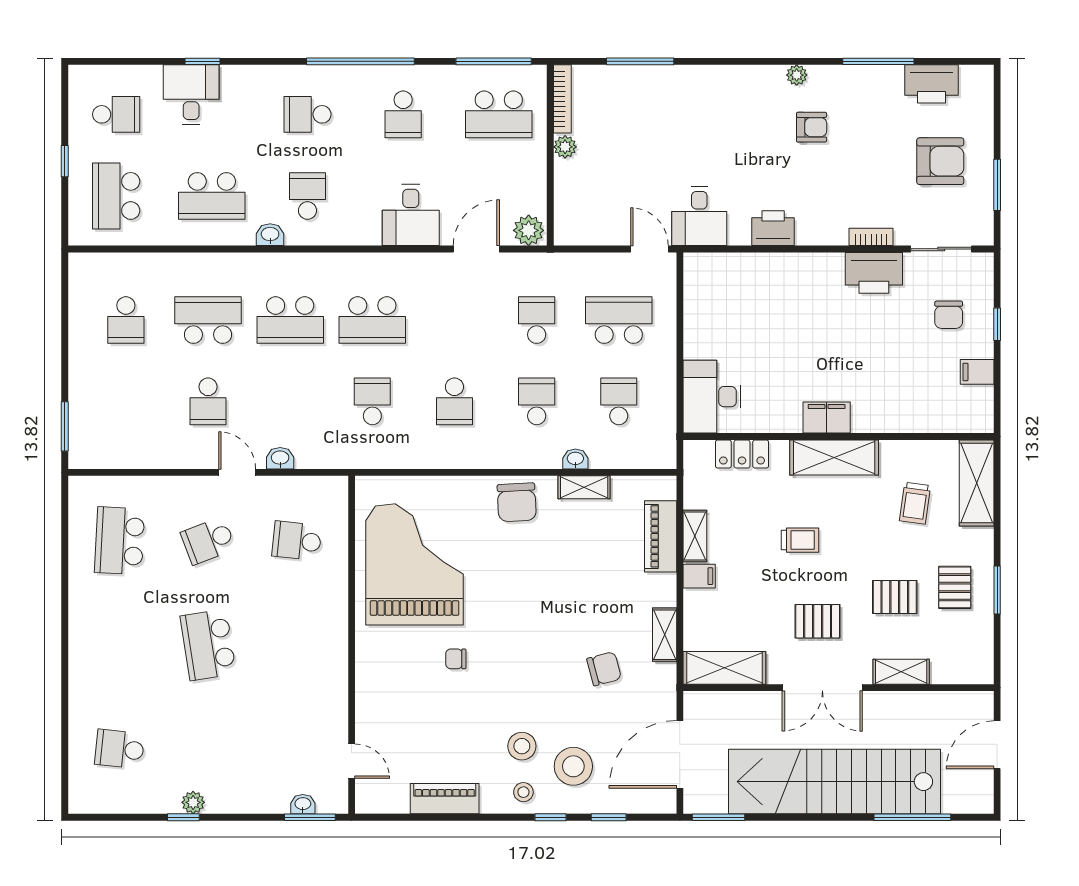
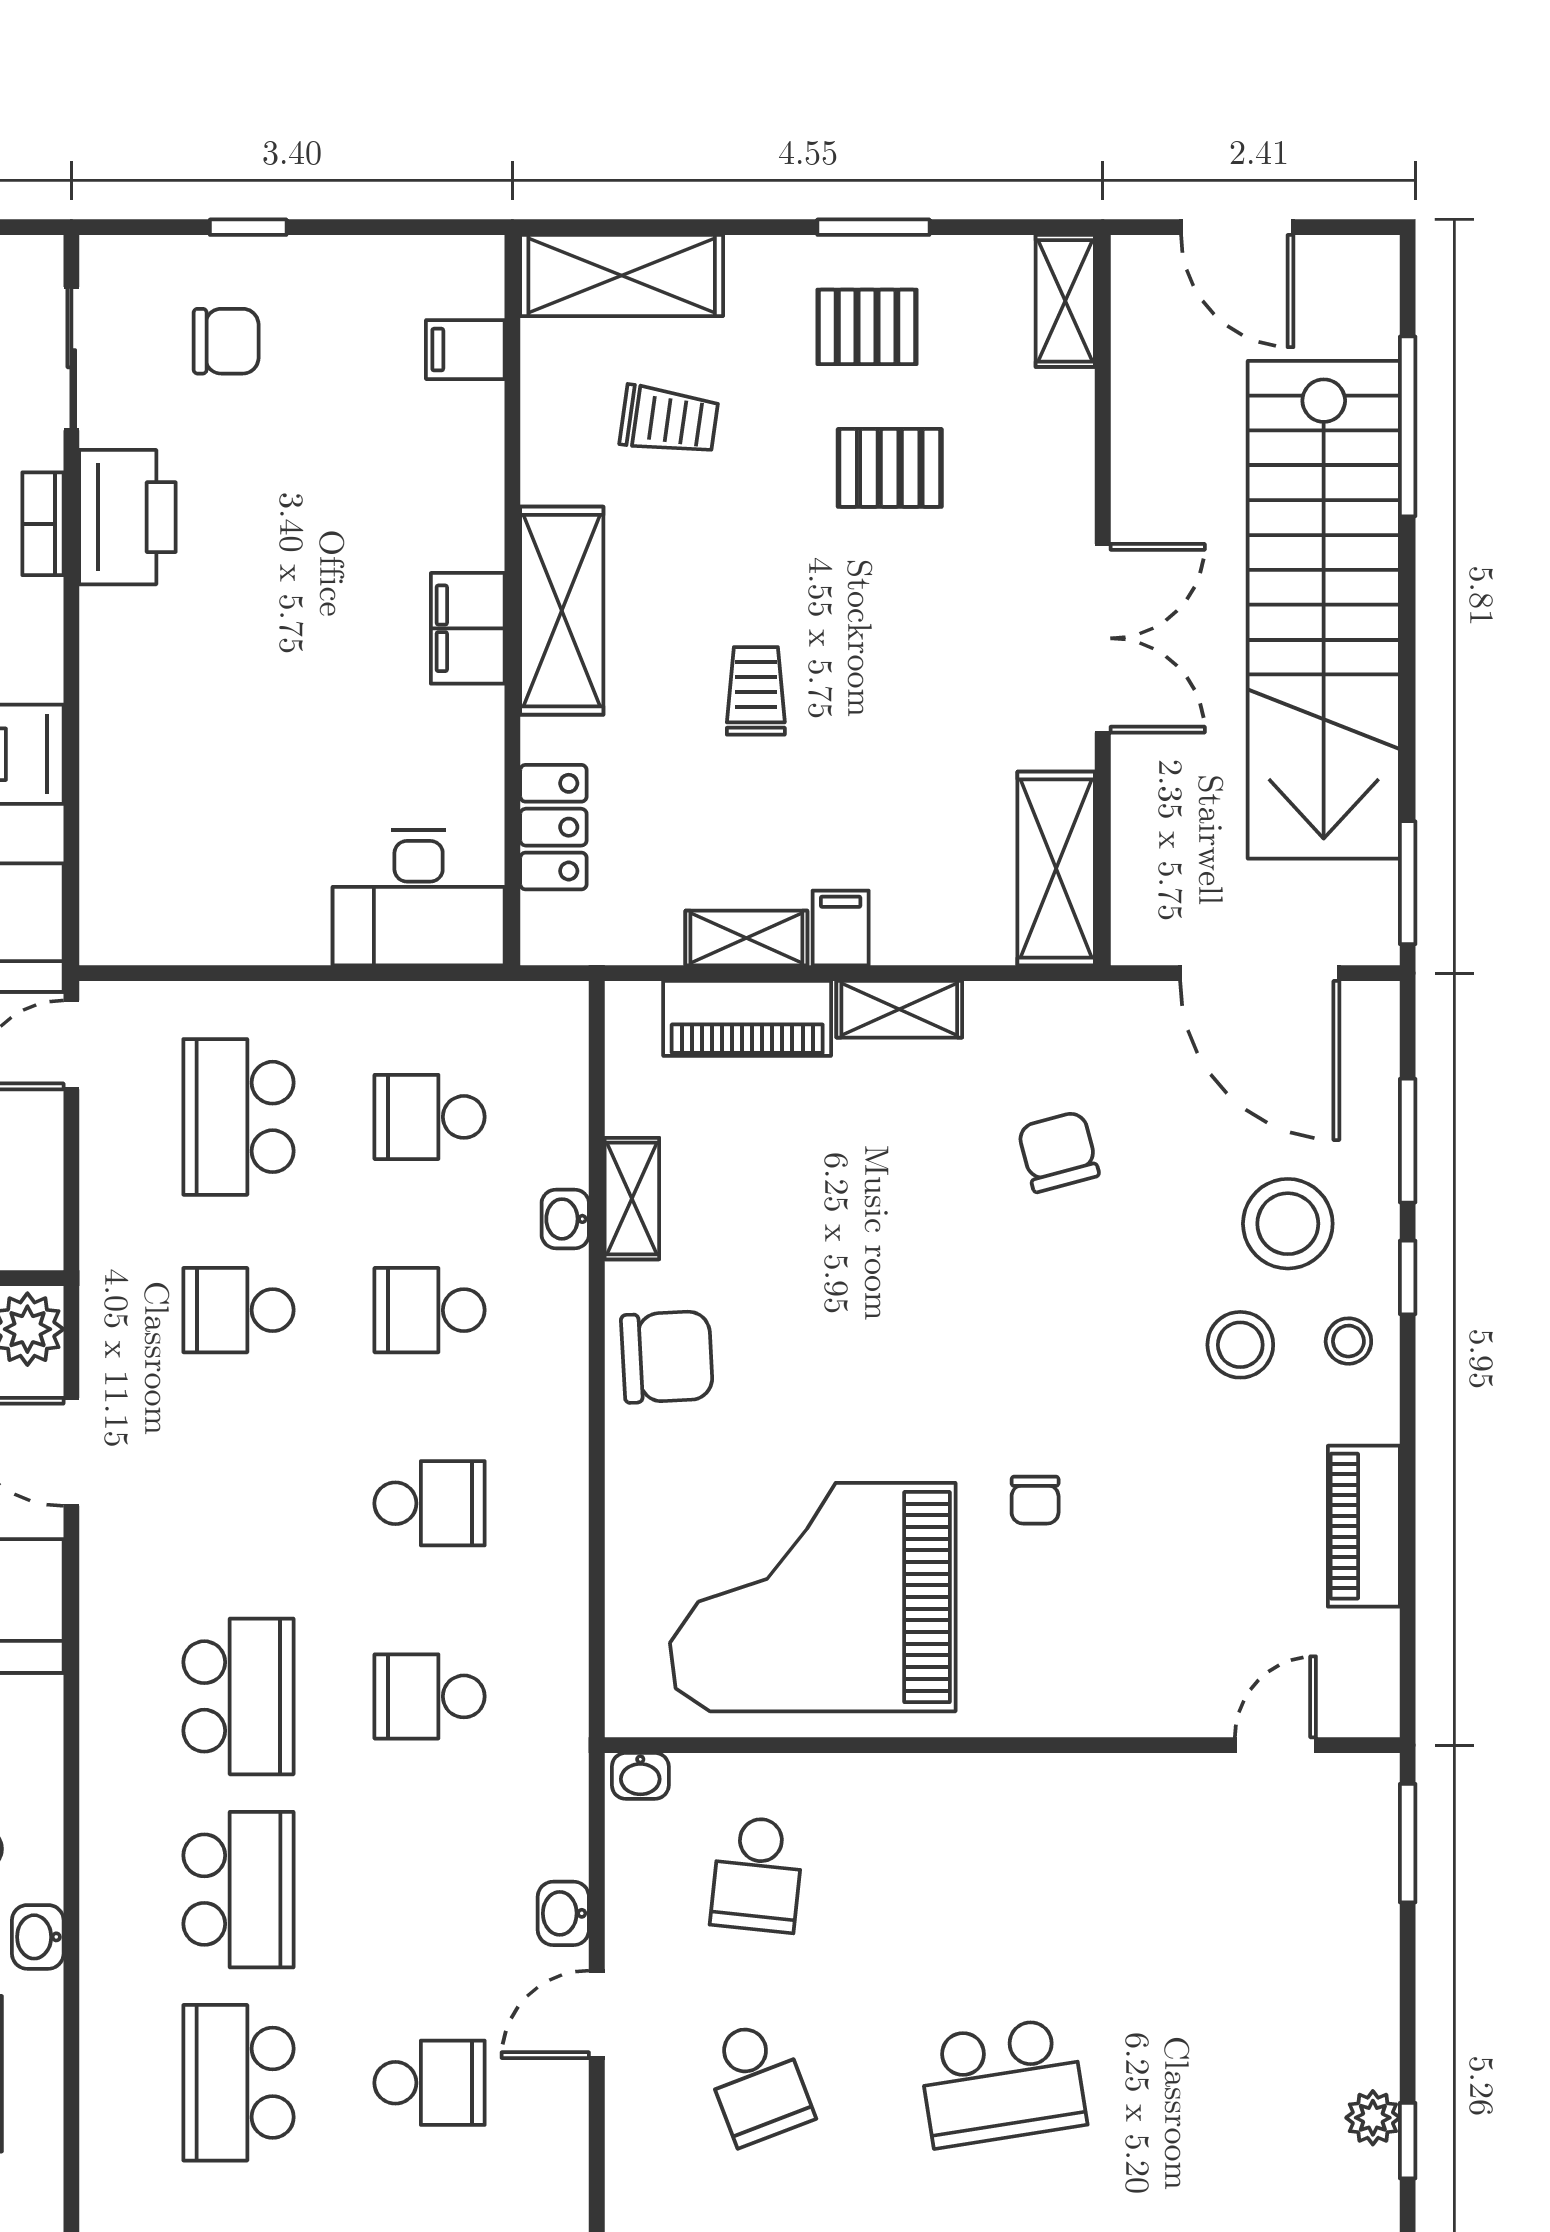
filing cabinet: (977, 372) -> (465, 350), moved, turned 90
pallet: (895, 597) -> (890, 468), turned 90
pallet: (818, 621) -> (947, 649), removed
shelving: (665, 635) -> (899, 1009), moved
shelving: (901, 672) -> (1065, 301), moved
washbasin: (303, 804) -> (640, 1776), moved, turned -90
window: (609, 817) -> (1408, 1141), width x1.50

